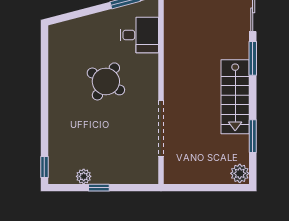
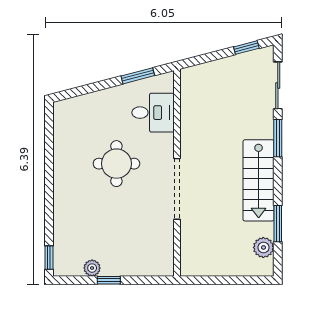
round table: (106, 81) -> (116, 164), turned -32
doorway: (161, 129) -> (177, 189), moved
plant: (240, 173) -> (263, 247), moved

